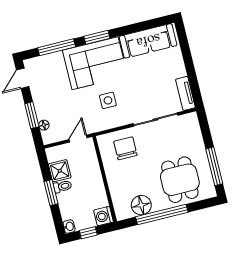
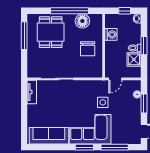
side table: (108, 100) -> (103, 102), moved
chair: (125, 148) -> (88, 49), moved
washing machine: (103, 216) -> (111, 34), moved

